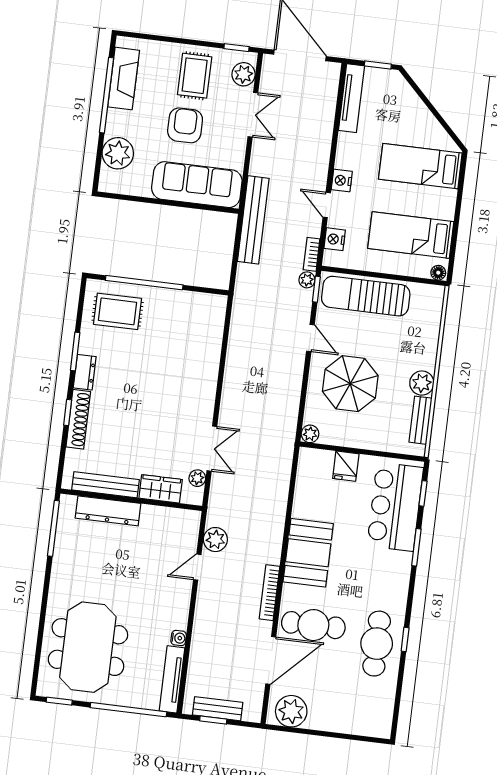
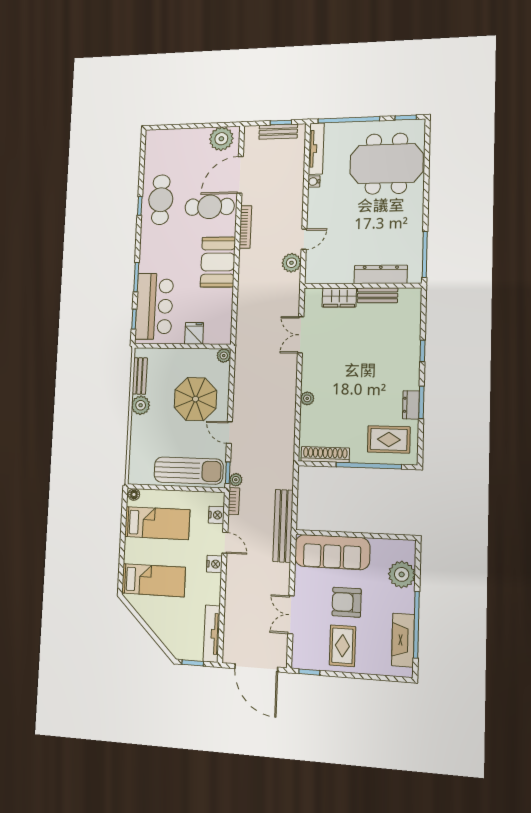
plant: (244, 74) -> (301, 649), removed
armchair: (185, 125) -> (347, 602), turned 90
dresser: (85, 372) -> (411, 405), moved
shoe rack: (78, 419) -> (325, 455), moved, turned 90
plant: (197, 478) -> (307, 398), moved
bench: (106, 485) -> (377, 295), width x0.73
meeting table: (88, 647) -> (386, 164), turned 90

